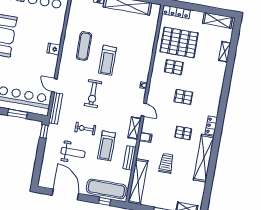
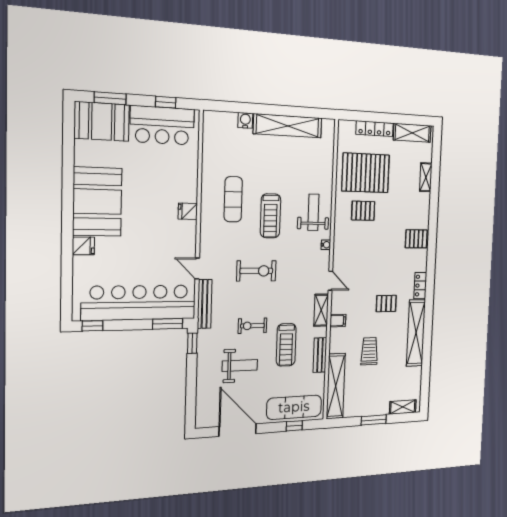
locker: (176, 12) -> (375, 129), moved
weight bench: (138, 63) -> (313, 212), added
exercise bike: (93, 94) -> (256, 271), turned -90
pallet: (183, 97) -> (416, 239), moved
window: (17, 114) -> (168, 324), moved

